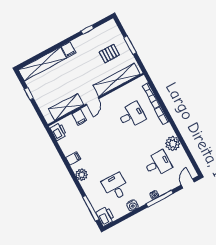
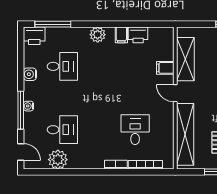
desk: (132, 115) -> (135, 130), turned 180
printer: (59, 132) -> (138, 35), moved
plant: (173, 144) -> (58, 160), moved
desk: (158, 164) -> (62, 130), turned -90

